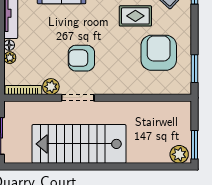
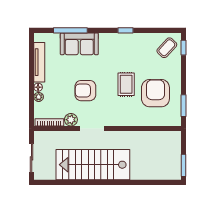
rug: (135, 16) -> (126, 84), moved, turned 90
armchair: (81, 58) -> (85, 91), moved
plant: (179, 154) -> (172, 173), removed

